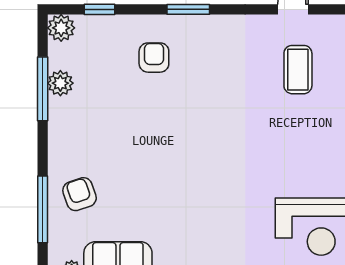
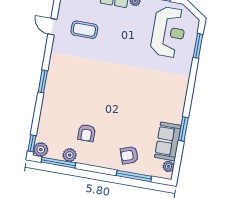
window: (99, 9) -> (32, 143), moved
armchair: (154, 58) -> (87, 133), moved, turned -90
window: (43, 89) -> (58, 163), moved

